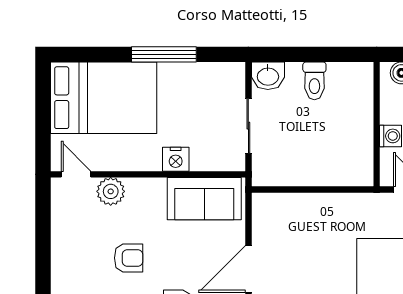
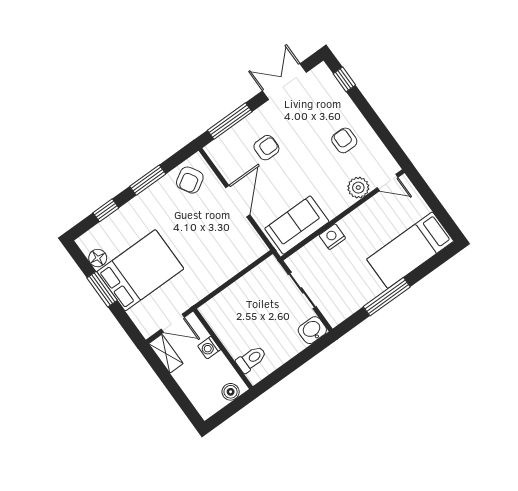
toilet: (314, 81) -> (251, 359), moved, turned 90
bed: (104, 98) -> (410, 250), width x0.67
armchair: (129, 258) -> (344, 140), moved, turned 90

